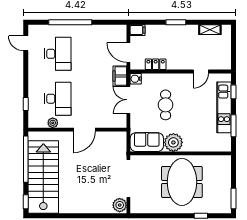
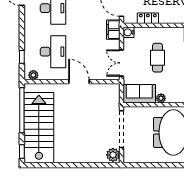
double door: (128, 100) -> (121, 63), moved
plant: (53, 123) -> (33, 75), moved
door: (85, 130) -> (79, 82), swing flipped
plant: (173, 142) -> (161, 98), width x0.53, depth x0.53

